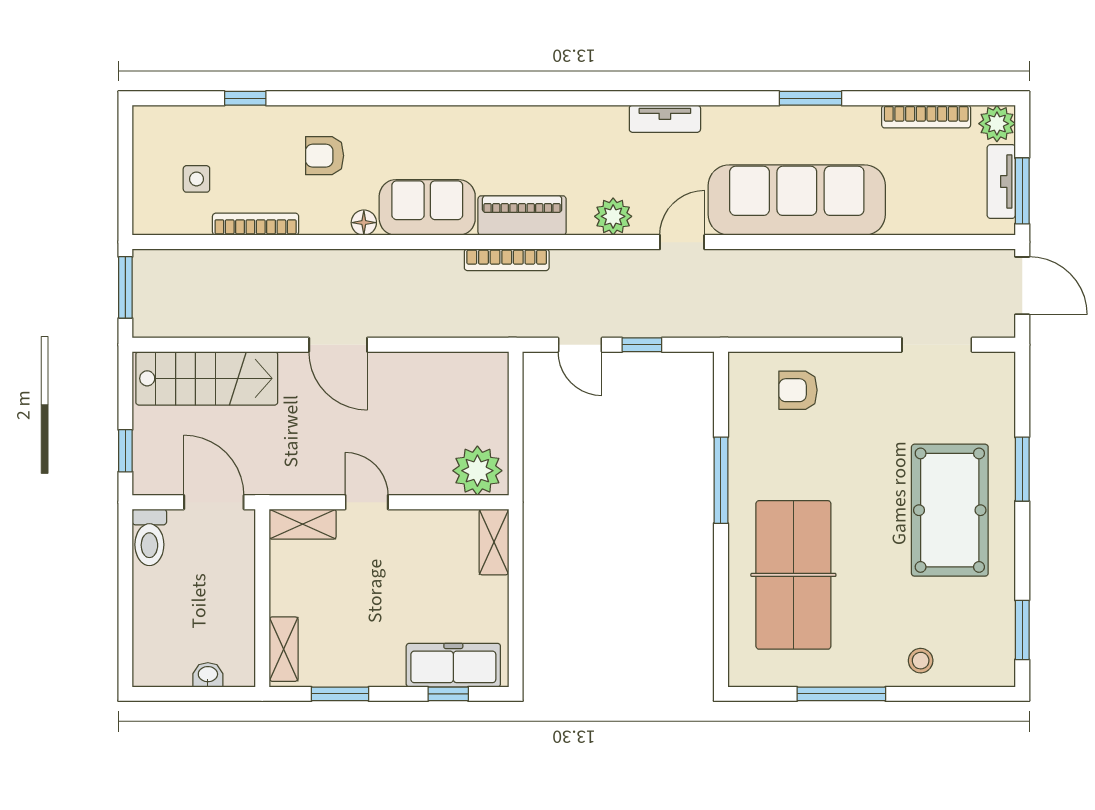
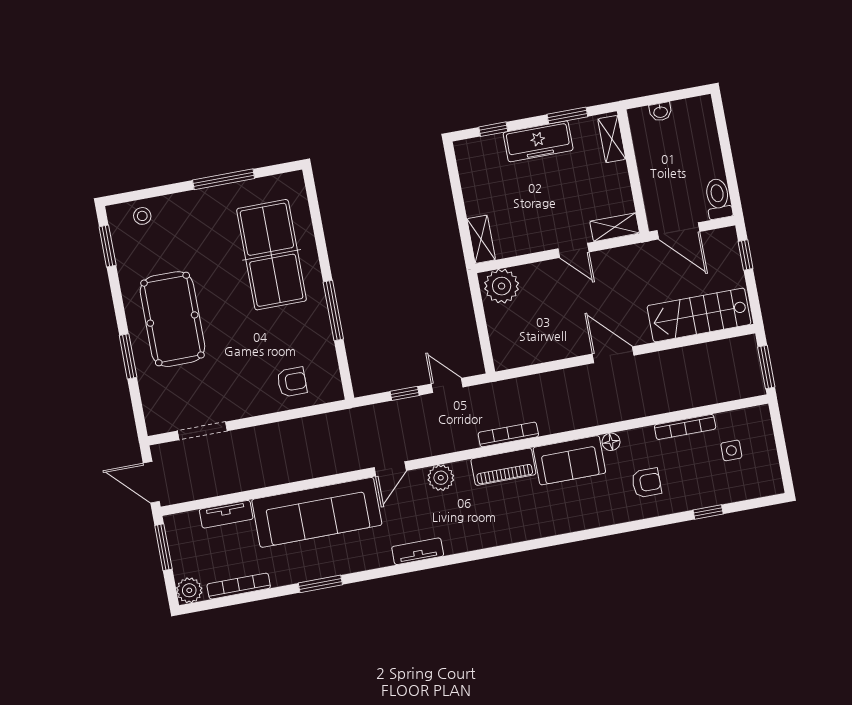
tv unit: (1001, 181) -> (226, 514), moved, turned 90
stool: (921, 661) -> (142, 216), moved
freezer: (453, 665) -> (538, 141), moved

